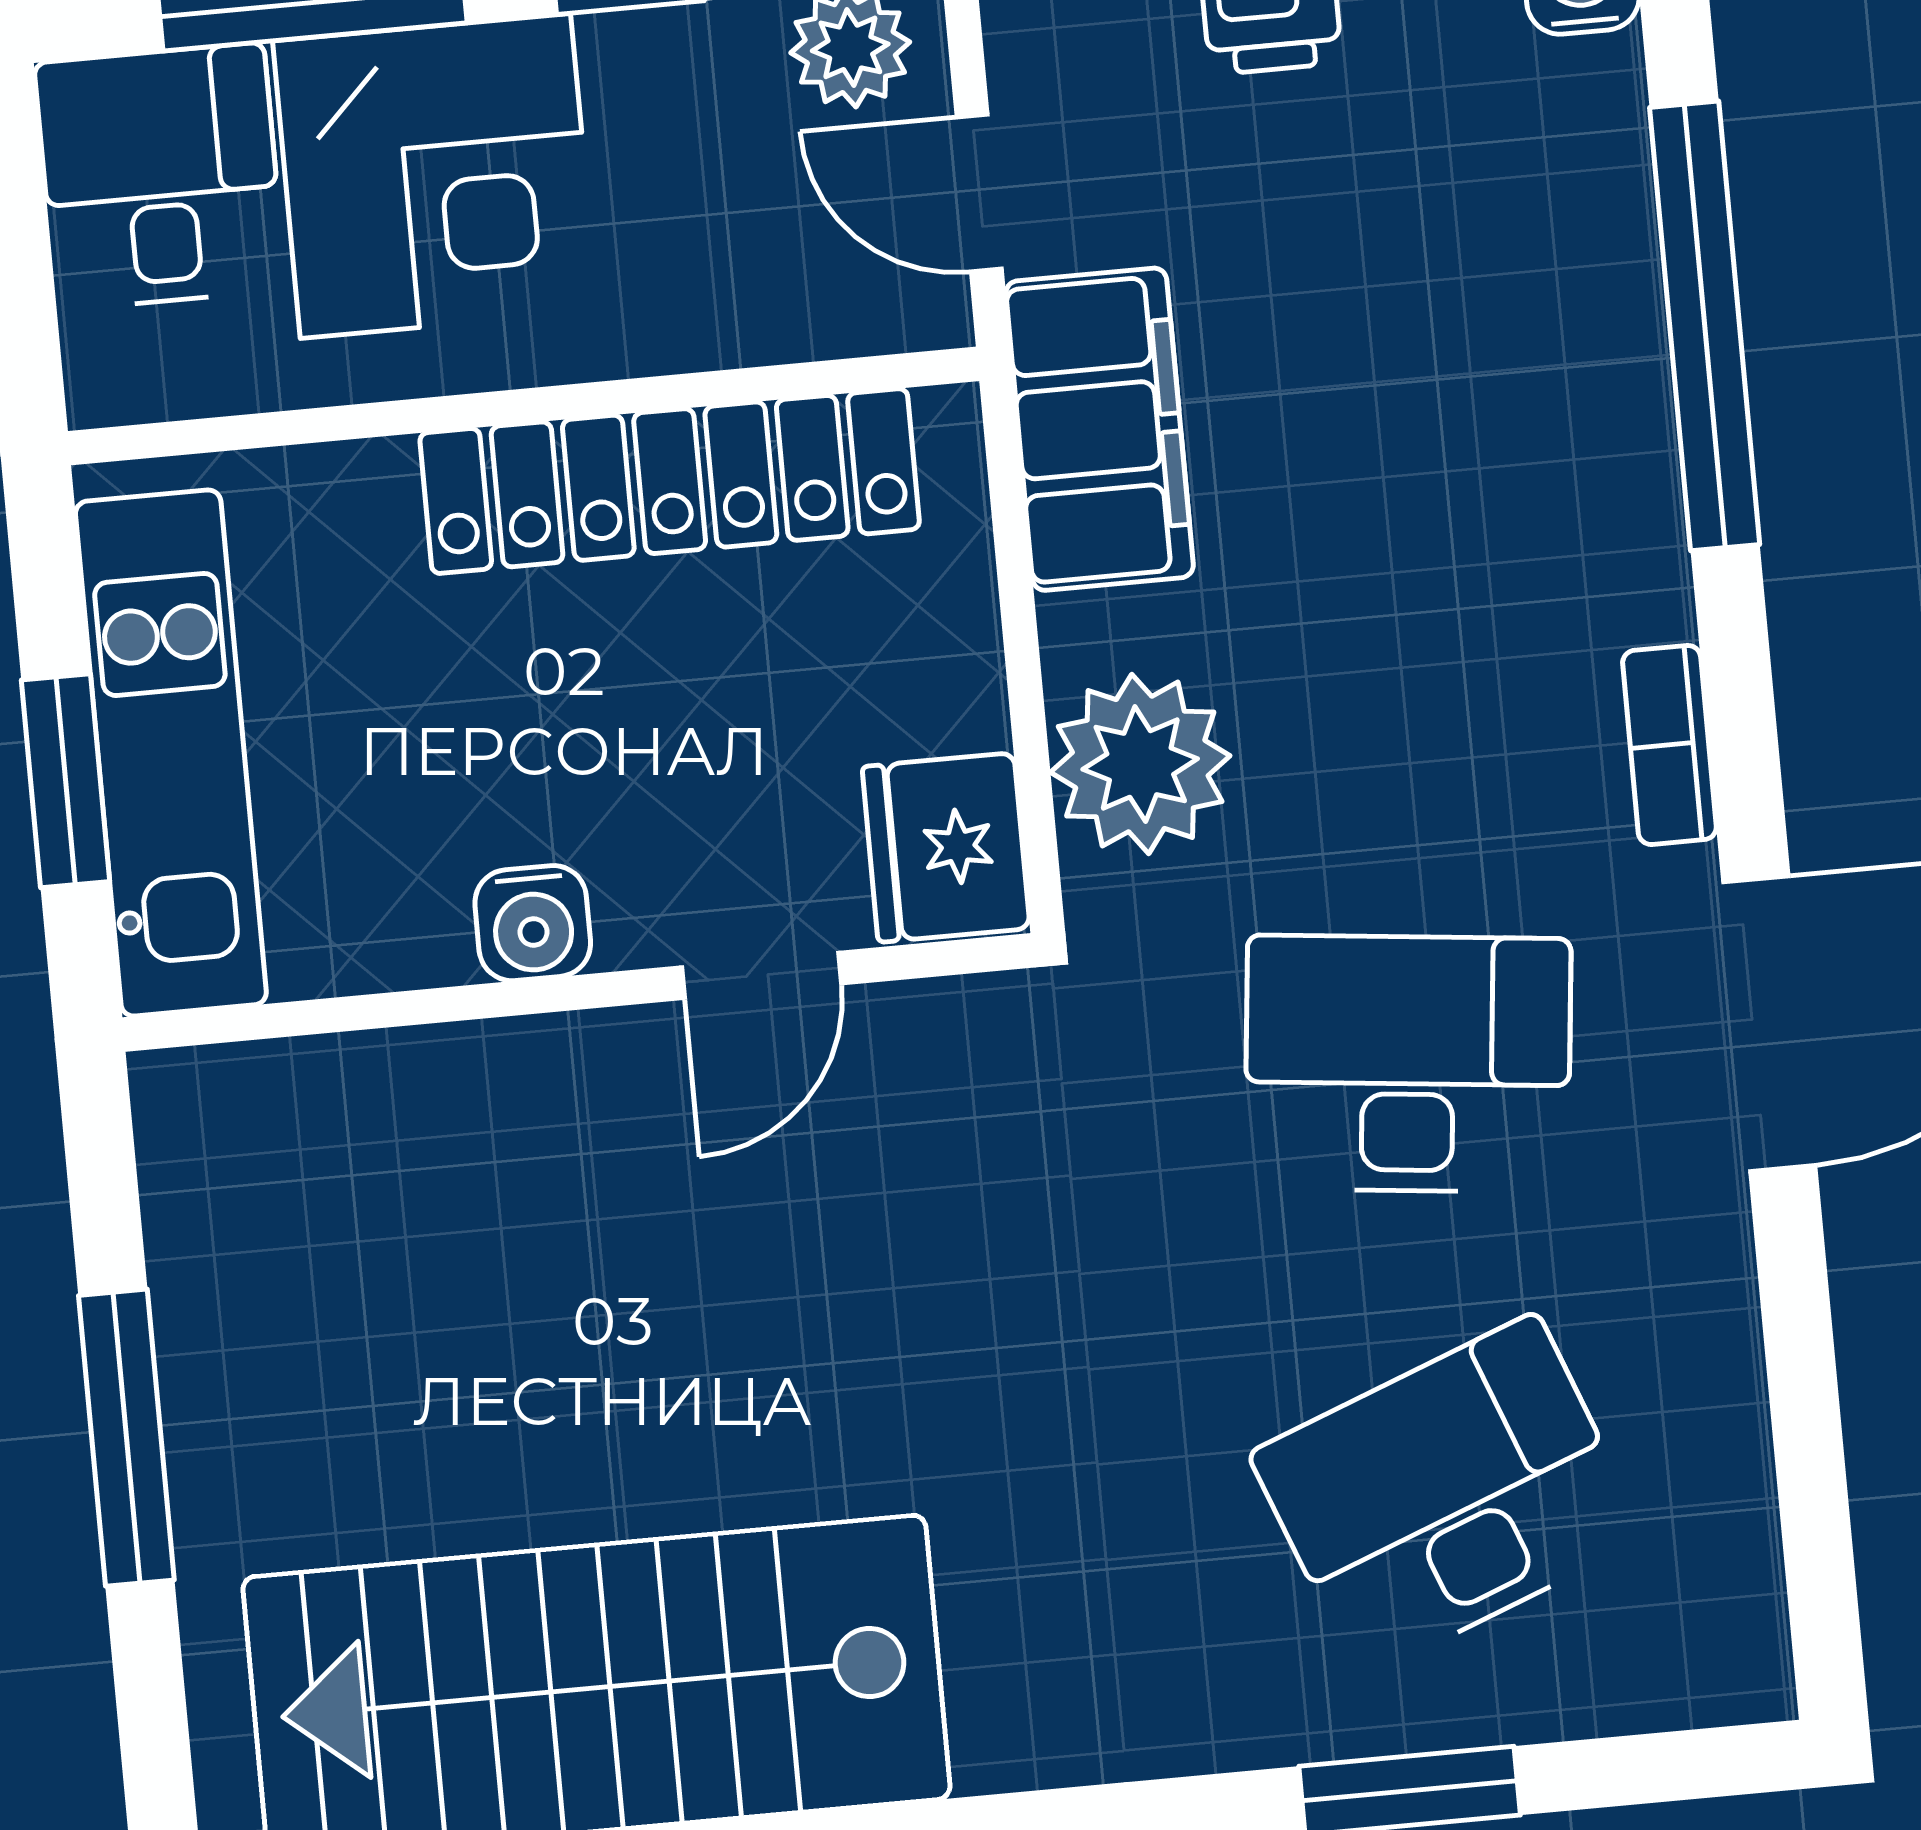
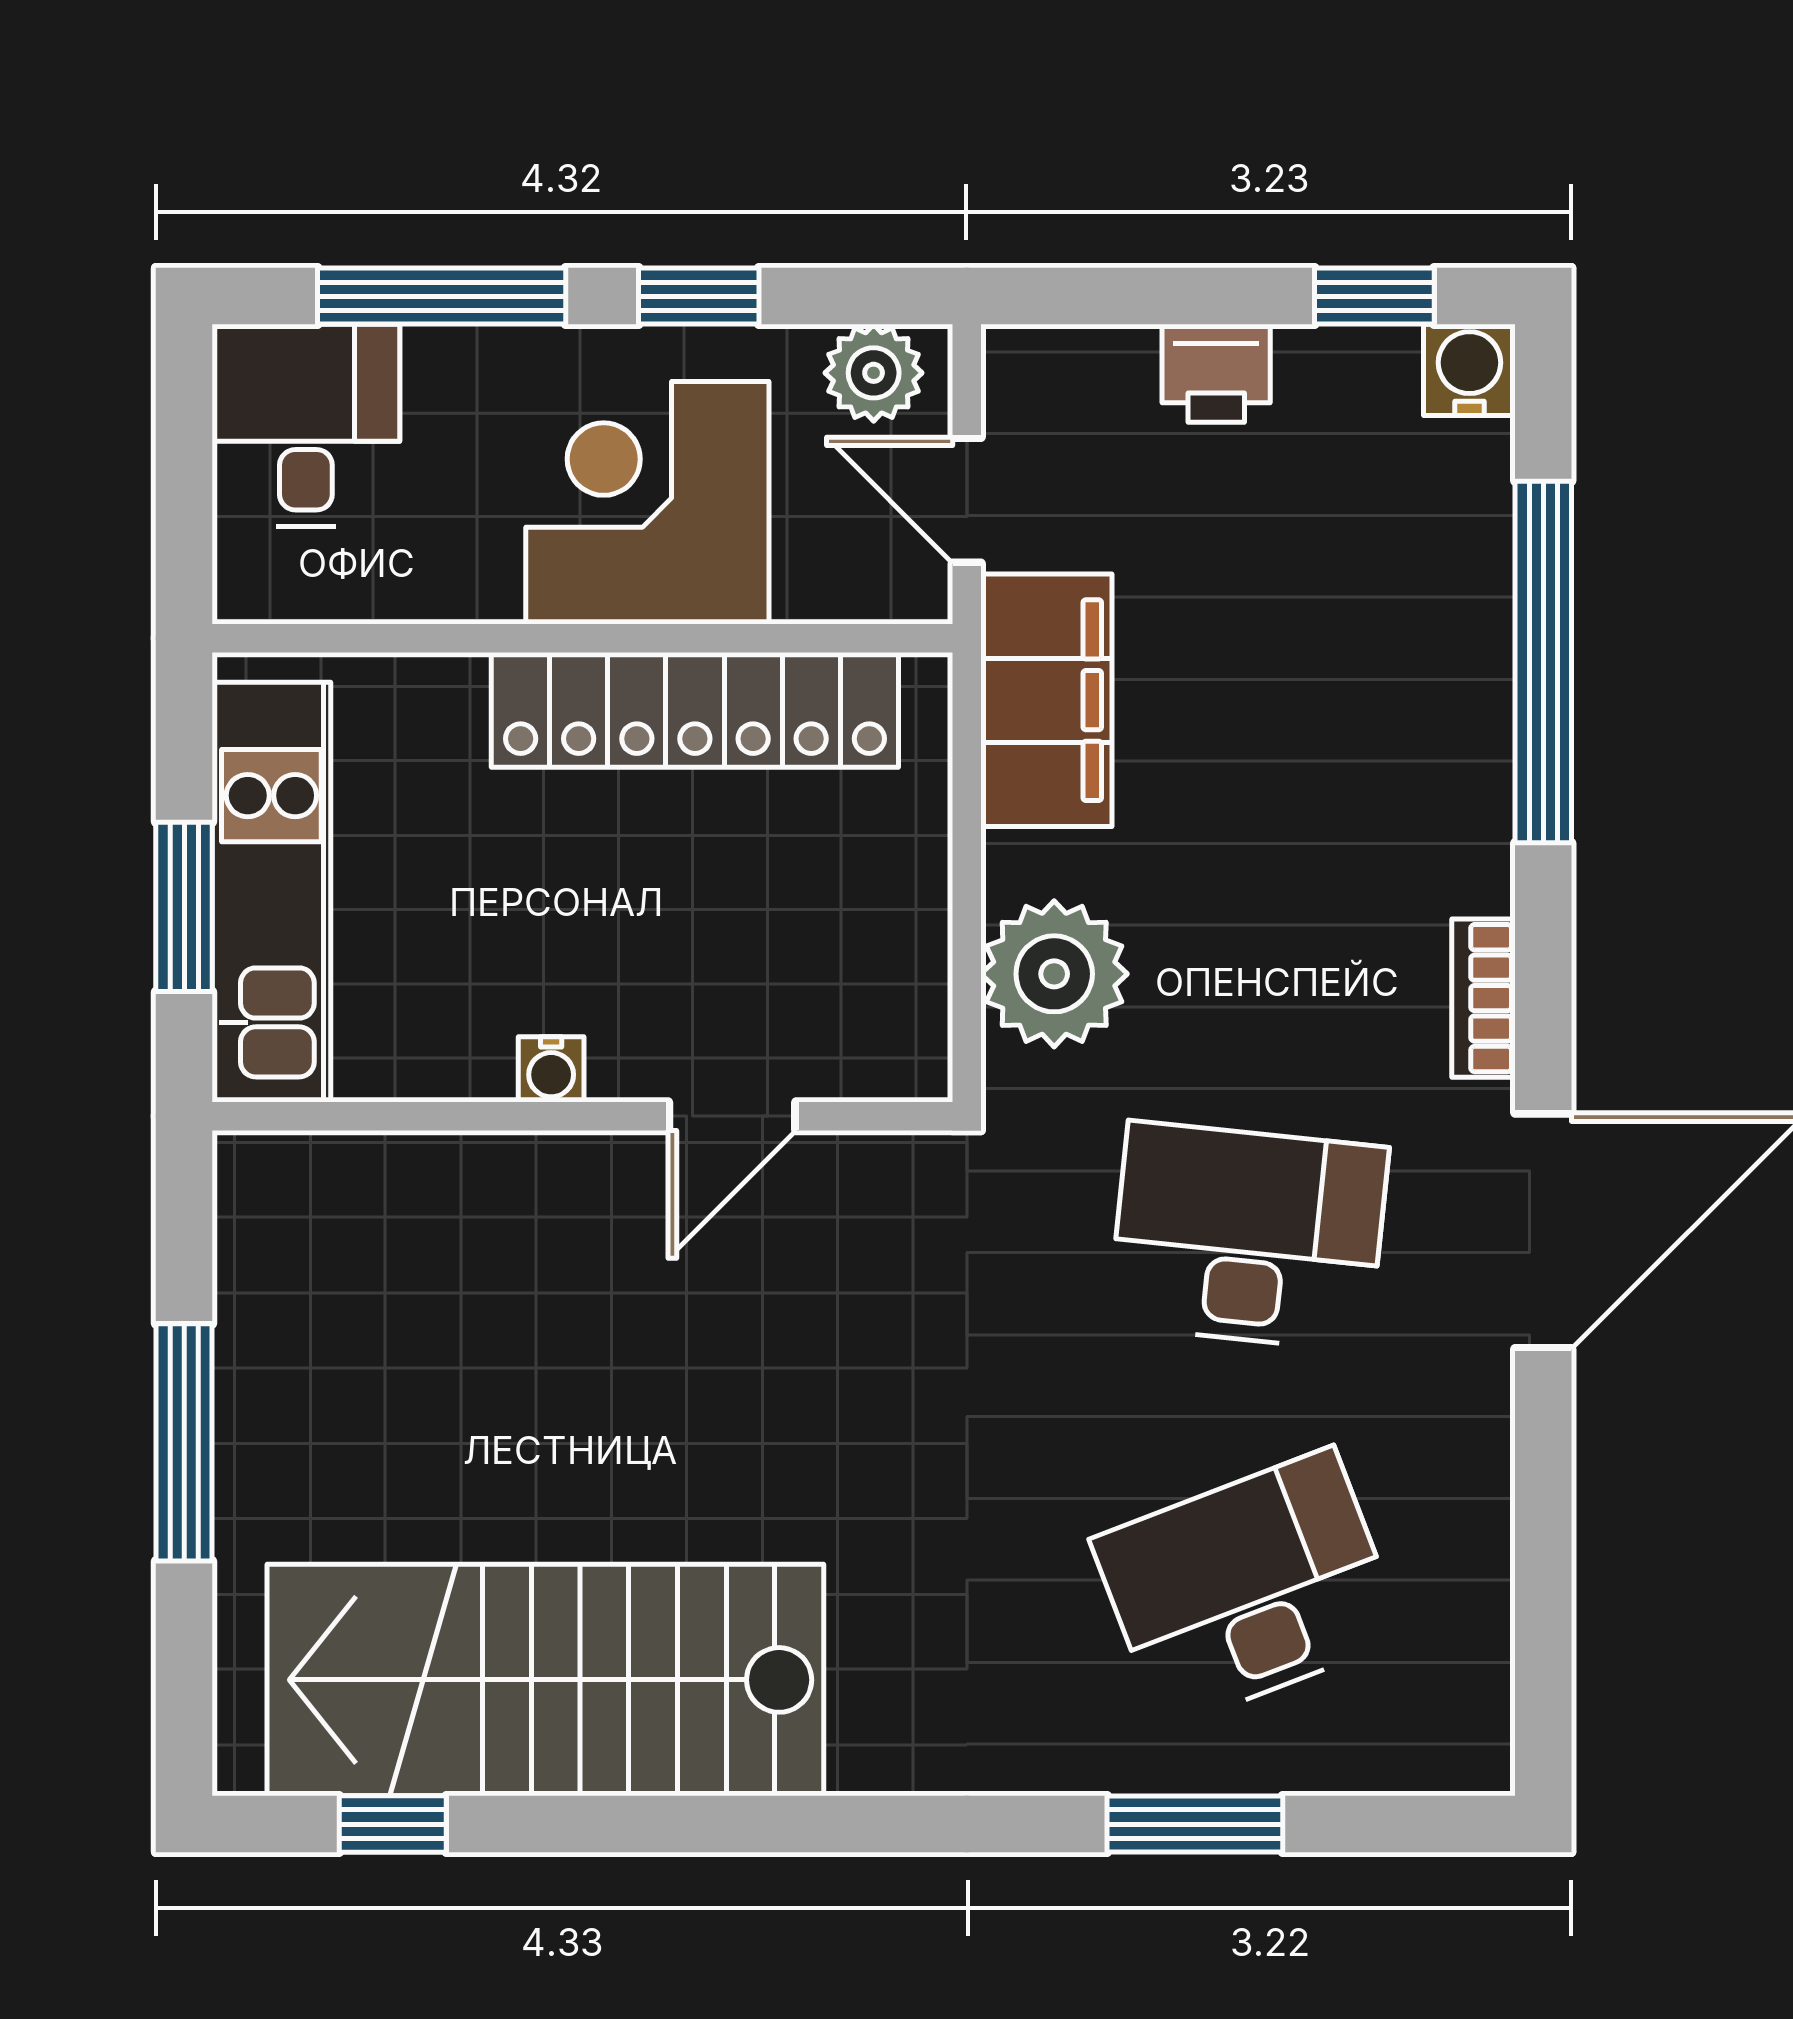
corner desk: (435, 176) -> (647, 503), moved, turned 180
fridge: (946, 848) -> (891, 1027), removed
water cooler: (533, 923) -> (551, 1069), width x0.72, depth x0.72

